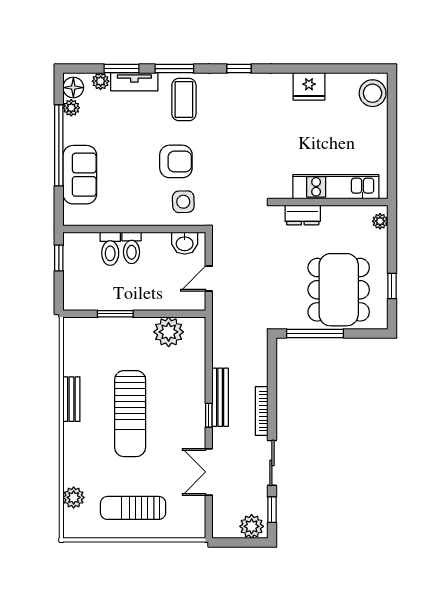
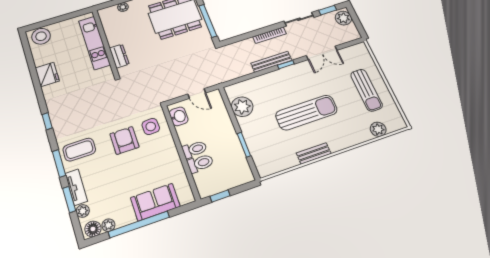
kitchen unit: (336, 187) -> (94, 43), moved
wall: (331, 202) -> (105, 42), moved
dresser: (303, 215) -> (119, 56), moved

